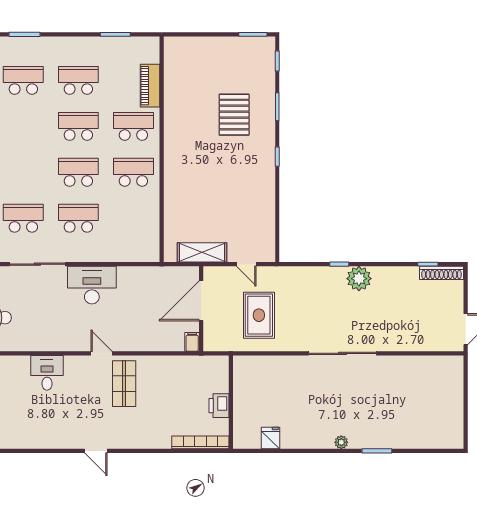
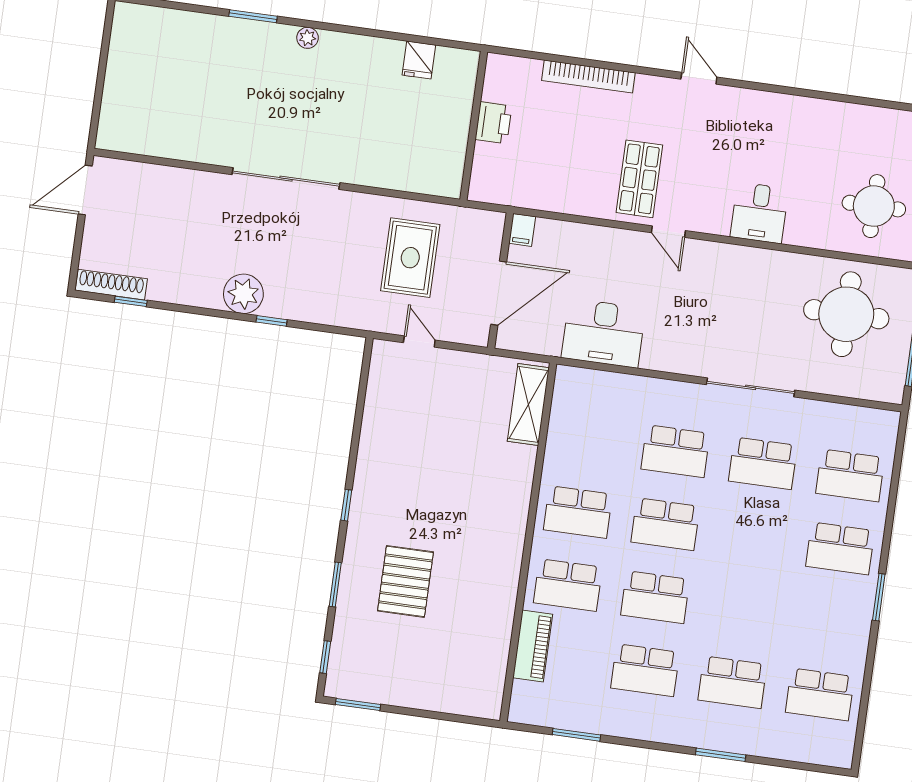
shelving: (202, 252) -> (528, 404), moved, turned 90
desk: (92, 285) -> (603, 333), moved
bookcase: (200, 442) -> (588, 77), moved

